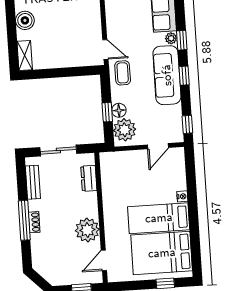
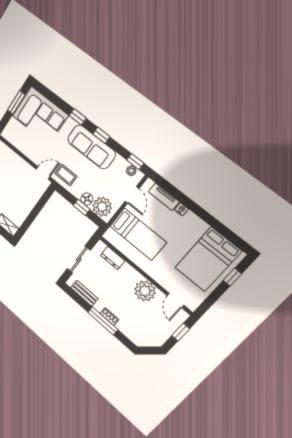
plant: (171, 38) -> (131, 171), moved
tv unit: (180, 173) -> (164, 197), added
bed: (159, 218) -> (138, 234), moved, turned -90

